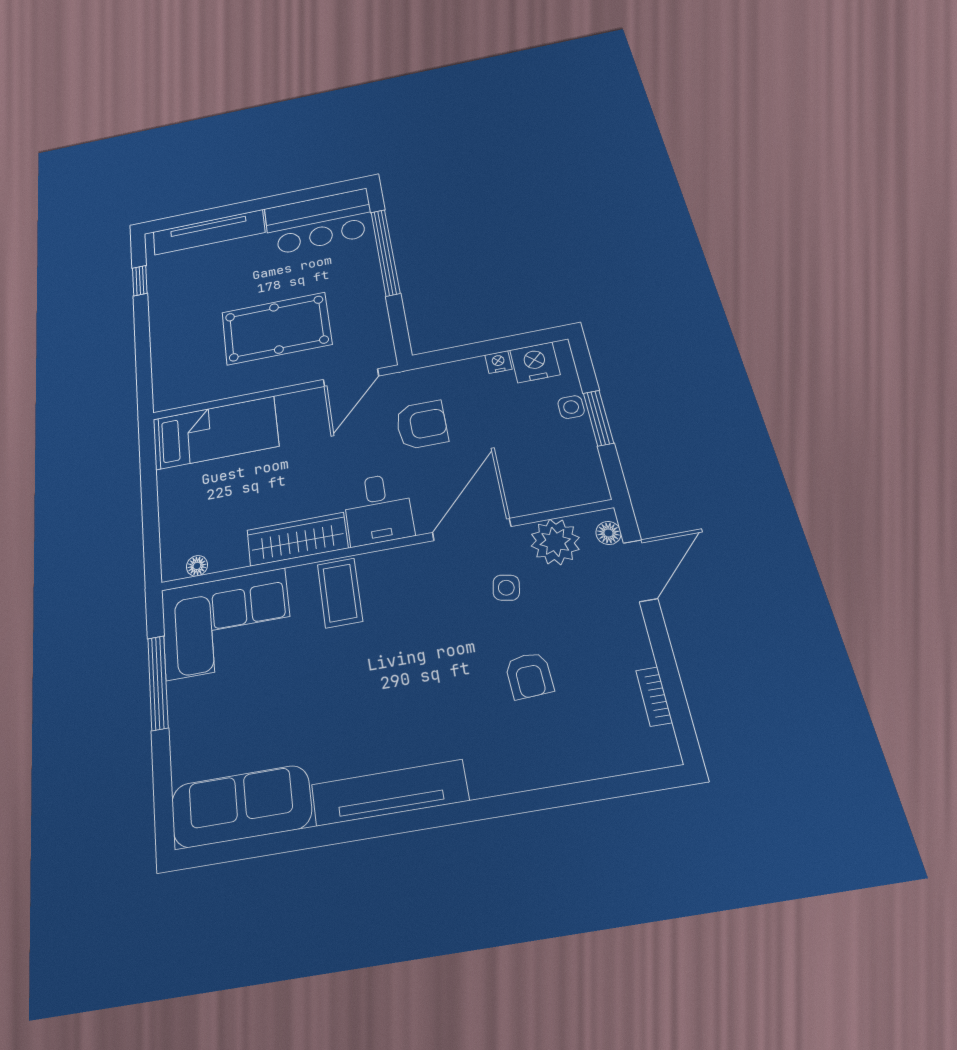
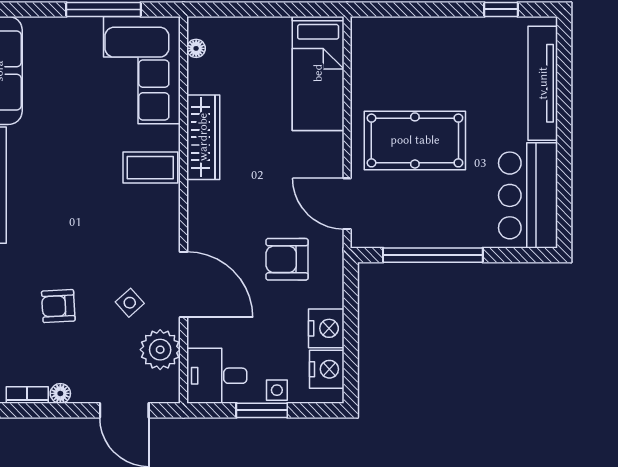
window: (385, 252) -> (433, 255), moved
pool table: (276, 328) -> (415, 140), turned 90
nightstand: (498, 362) -> (326, 328), width x1.89, depth x1.79
armchair: (422, 425) -> (287, 259), turned 90
desk: (378, 509) -> (217, 376), moved
floor lamp: (608, 533) -> (60, 393), moved
side table: (506, 588) -> (130, 303), turned 37

